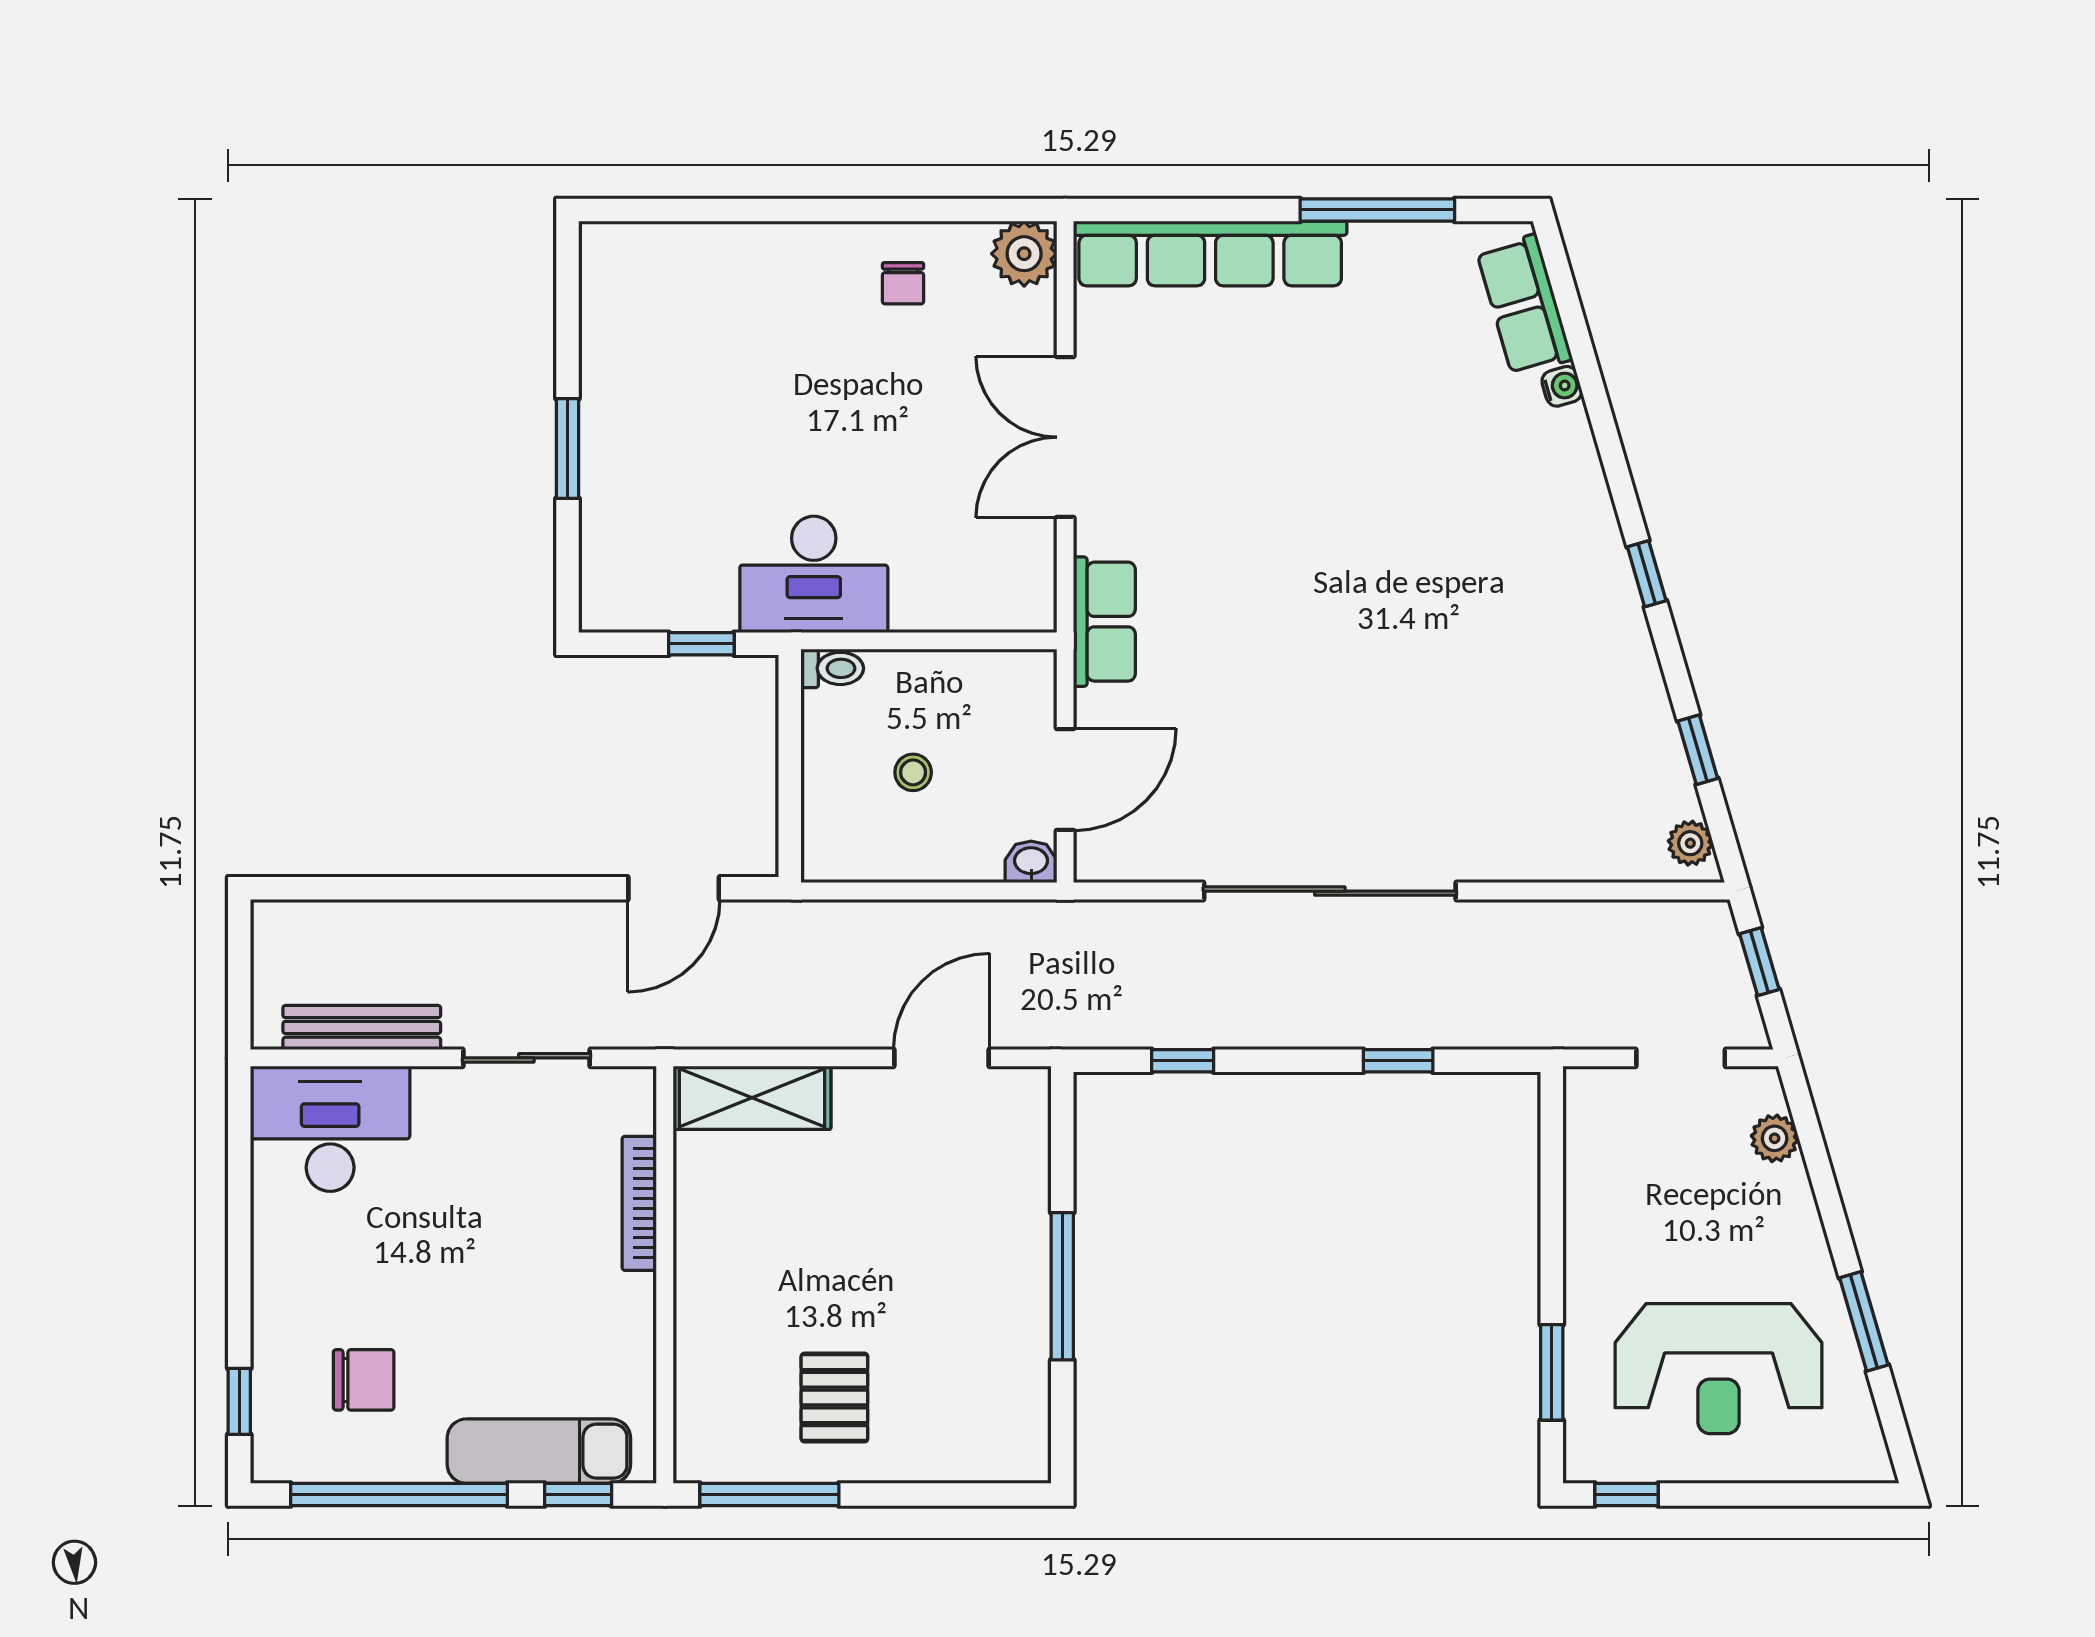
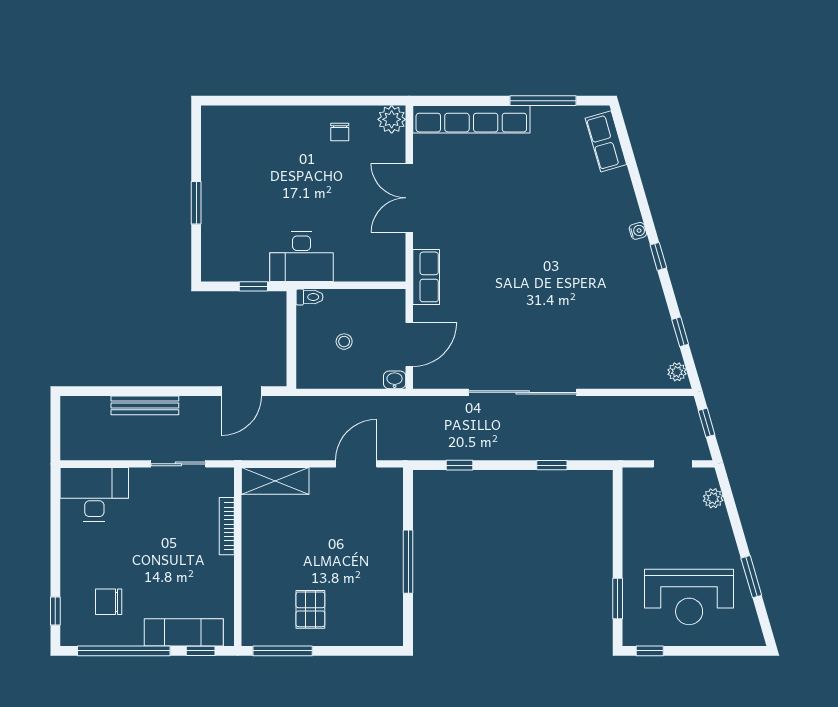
water cooler: (1562, 386) -> (638, 231), moved
bench: (362, 1027) -> (145, 405), moved
chair: (364, 1380) -> (109, 602), turned 180

